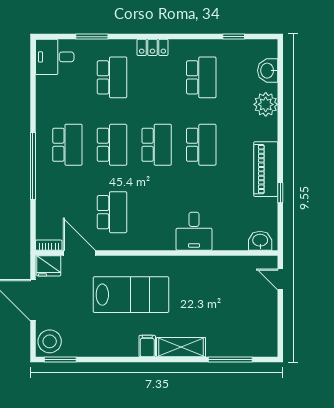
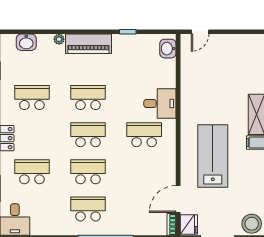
plant: (266, 104) -> (59, 39), width x0.53, depth x0.53
piano: (266, 169) -> (88, 44), moved
school desk: (112, 212) -> (144, 135), moved

